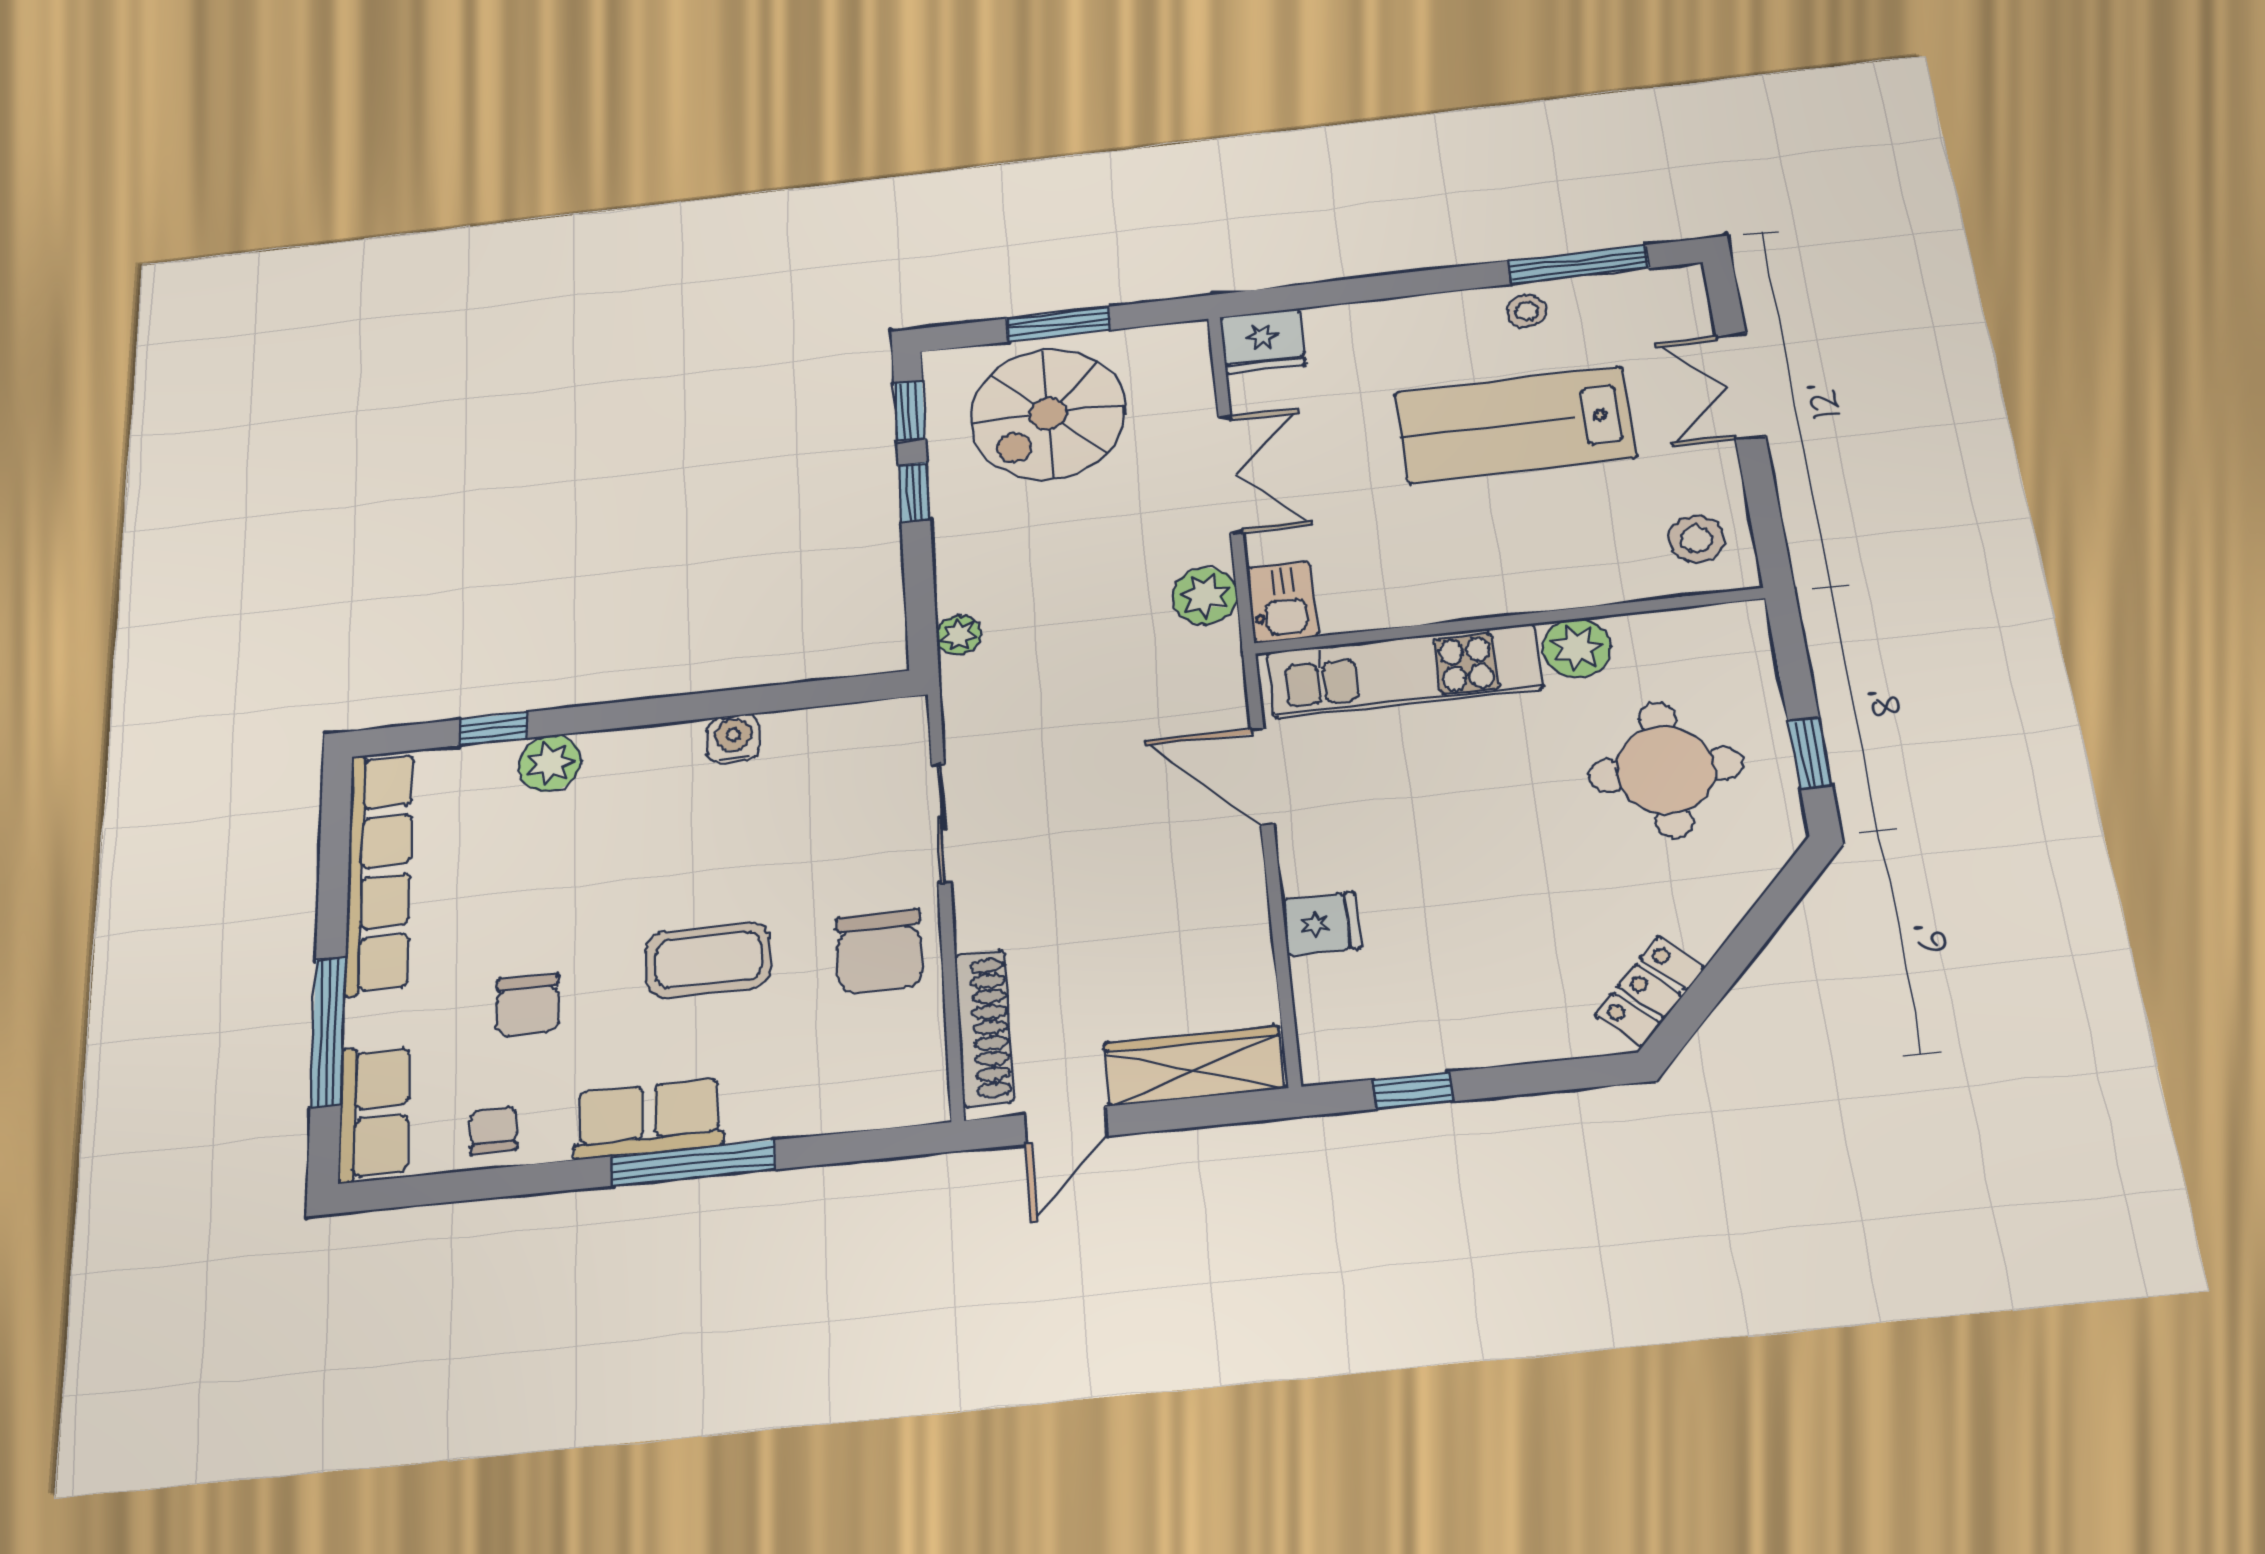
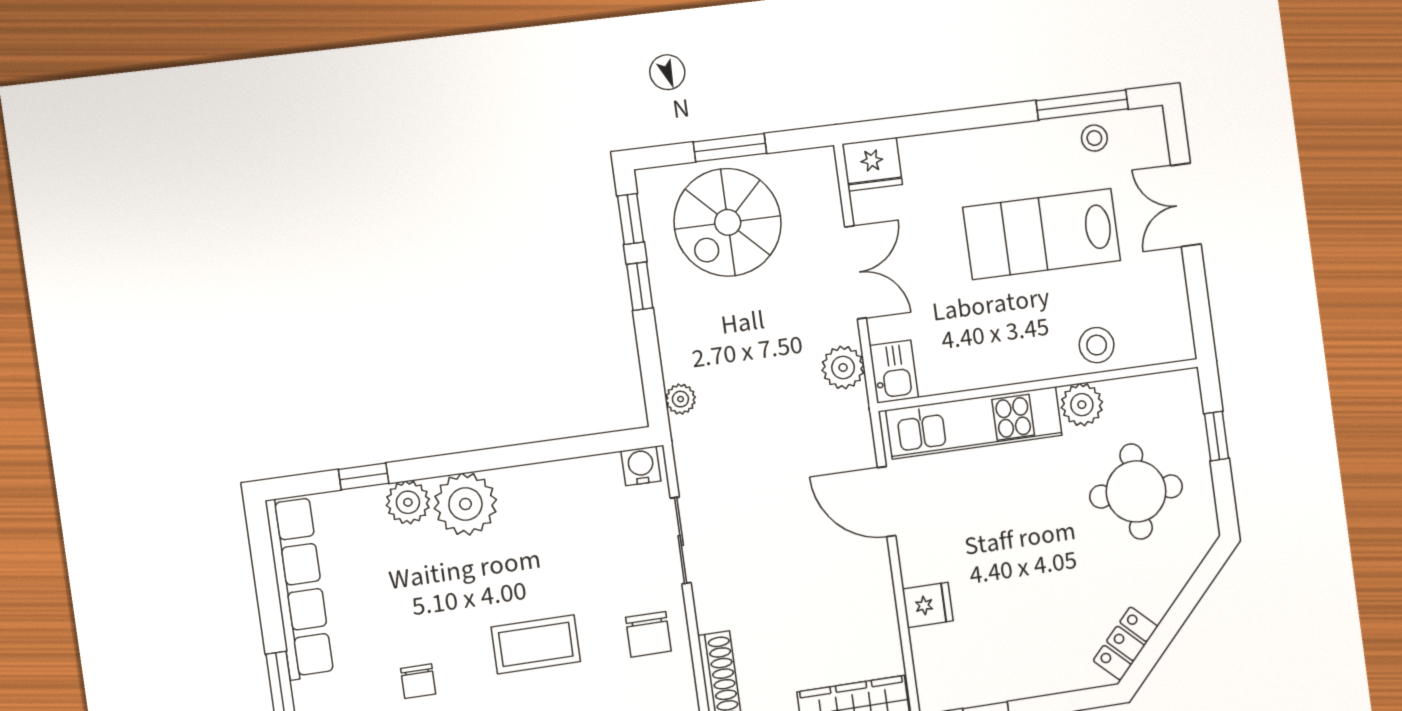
stool: (1526, 311) -> (1094, 138), moved
stool: (1696, 539) -> (1097, 345), moved
water cooler: (733, 739) -> (641, 466), moved
window: (1810, 753) -> (1216, 436), moved
plant: (631, 767) -> (465, 504), added
chair: (879, 952) -> (648, 634), width x0.73, depth x0.73
chair: (528, 1005) -> (418, 681), width x0.73, depth x0.73

